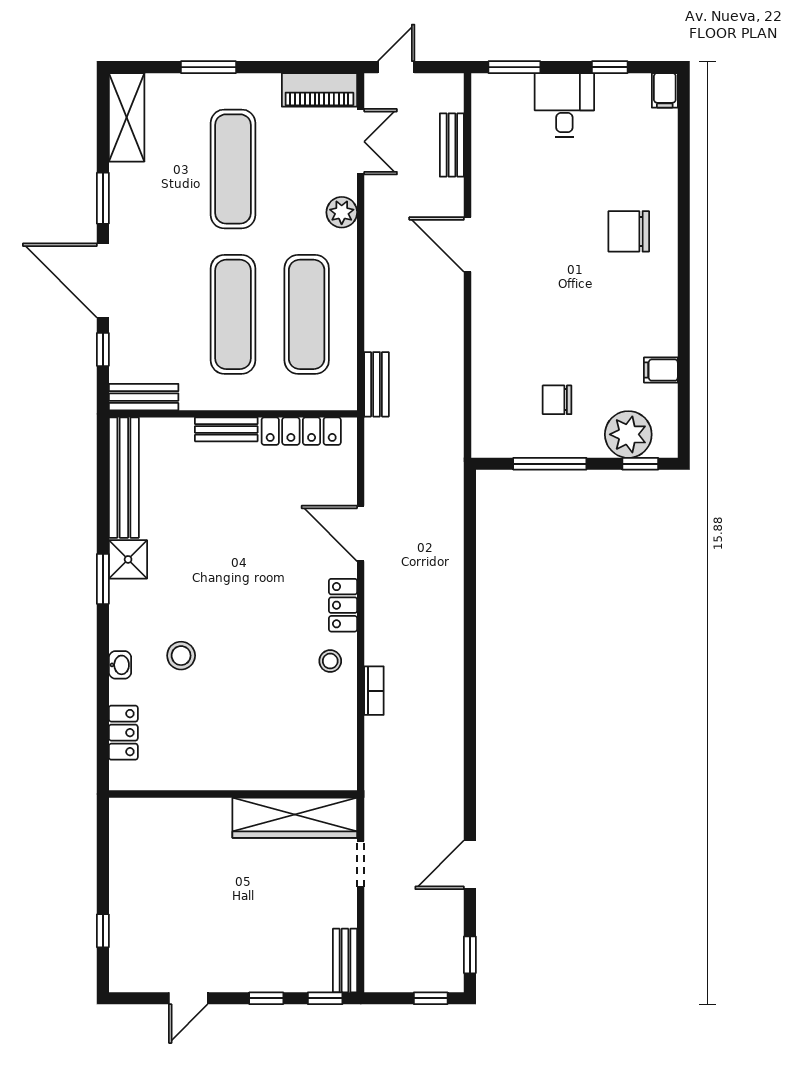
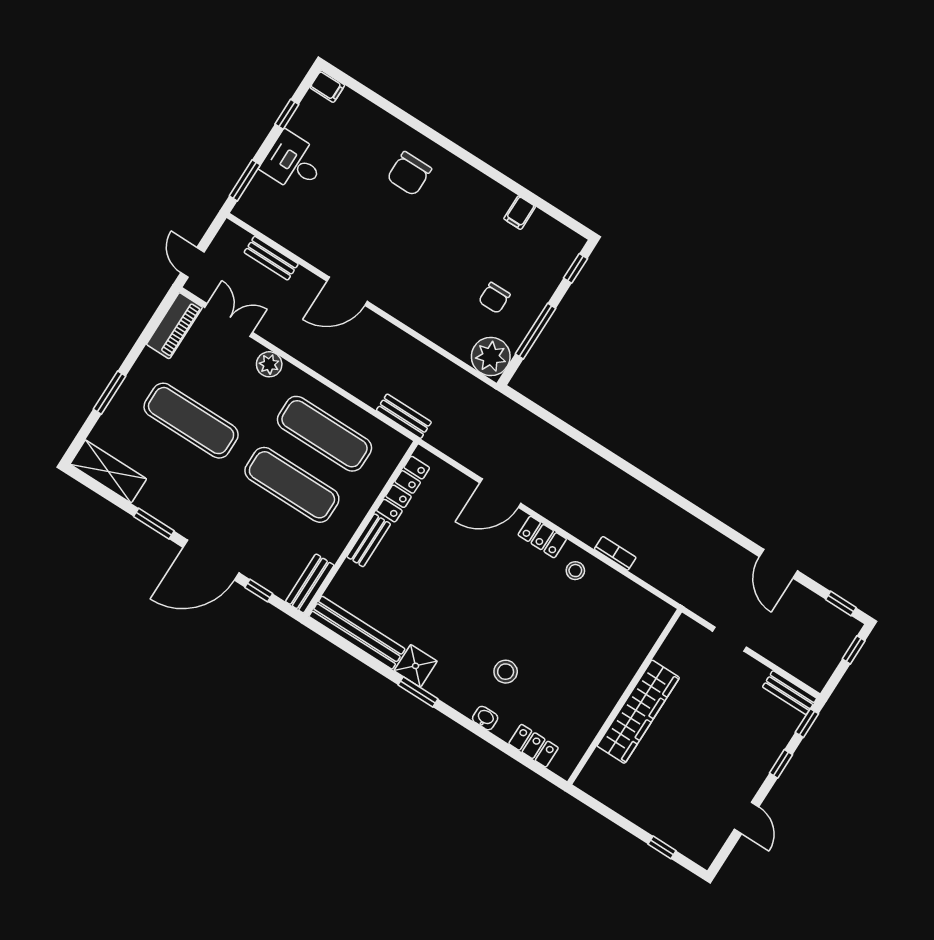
plant: (628, 434) -> (491, 356), moved
wardrobe: (295, 818) -> (638, 712), moved

